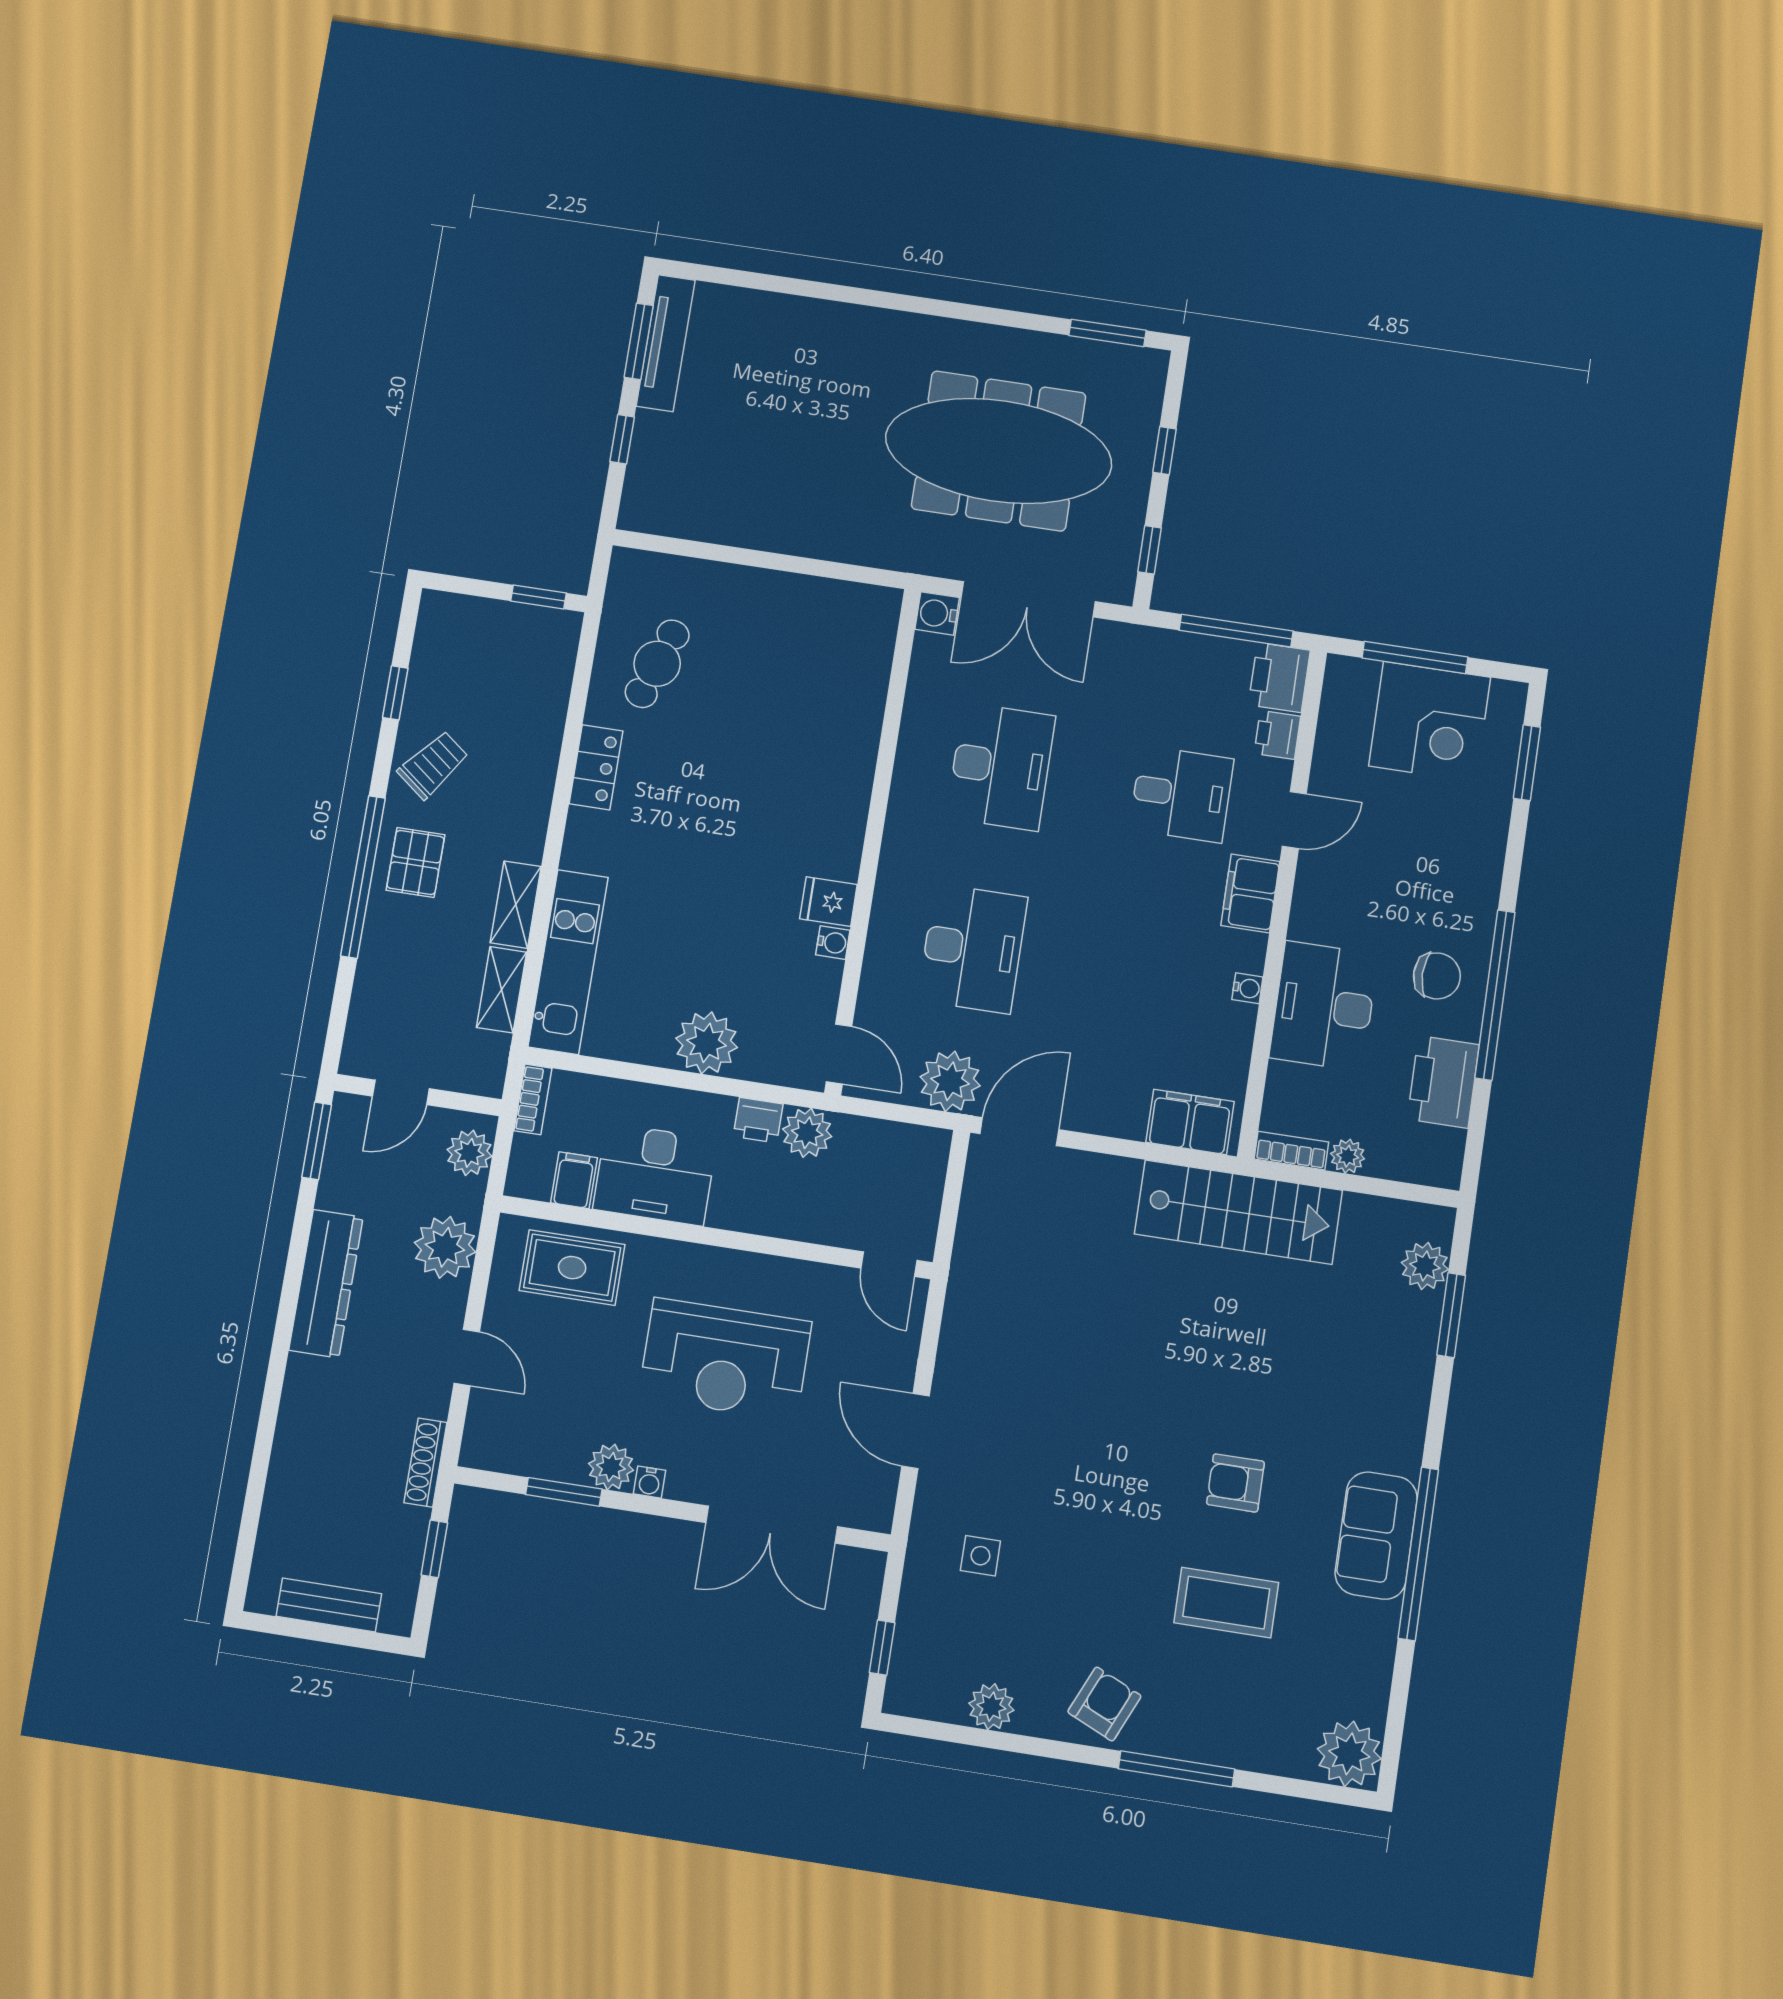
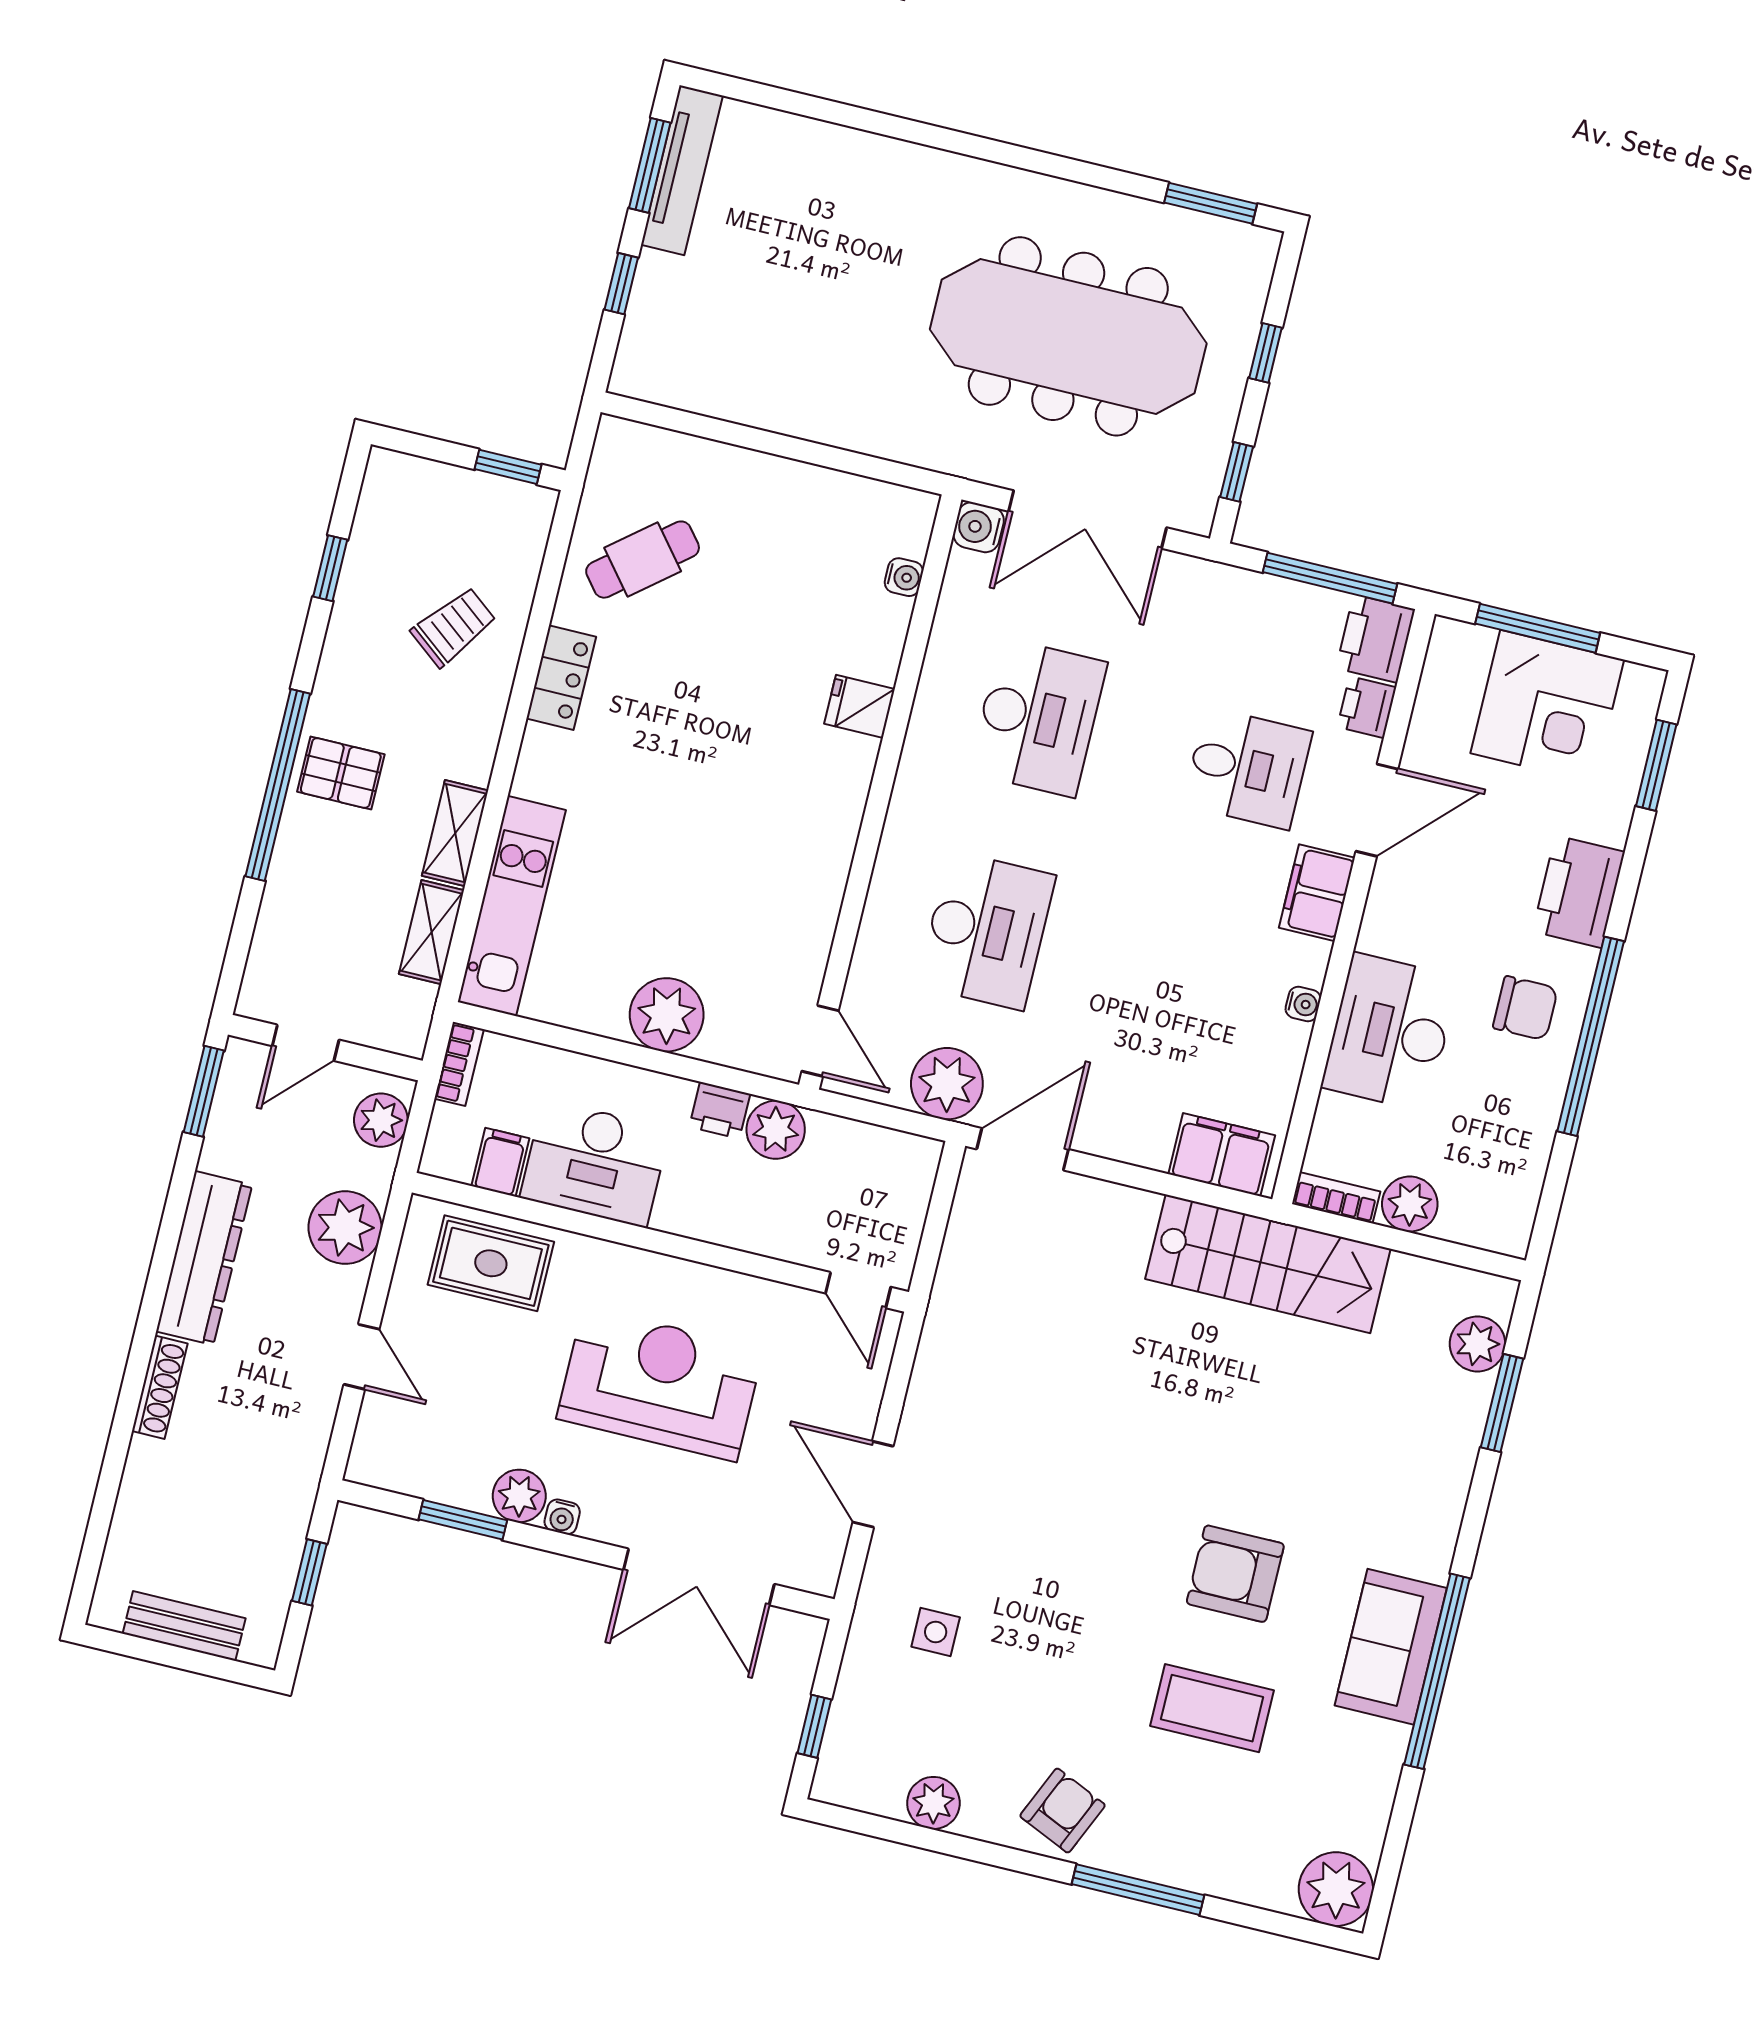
cafe table: (657, 664) -> (643, 560), turned 32
trolley: (433, 765) -> (454, 627), moved
door: (1294, 820) -> (1377, 810), width x1.38
pallet: (416, 862) -> (341, 773), turned 90
fridge: (828, 902) -> (860, 706), moved
water cooler: (833, 943) -> (904, 577), moved
printer: (1443, 1082) -> (1579, 892), moved
plant: (1348, 1156) -> (1410, 1204), width x1.38, depth x1.38
reception desk: (725, 1359) -> (660, 1384), turned 180
shoe rack: (426, 1463) -> (160, 1387), moved, turned 180
armchair: (1235, 1483) -> (1235, 1574), width x1.38, depth x1.38

